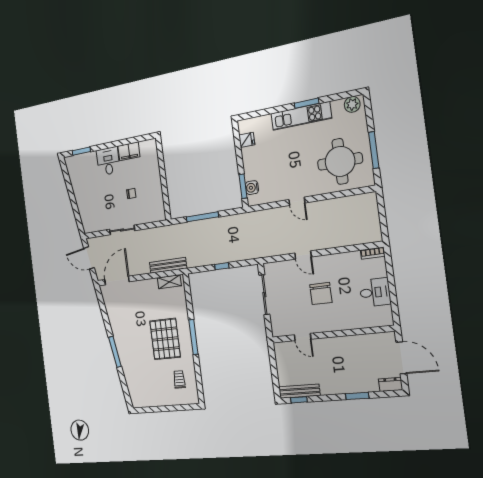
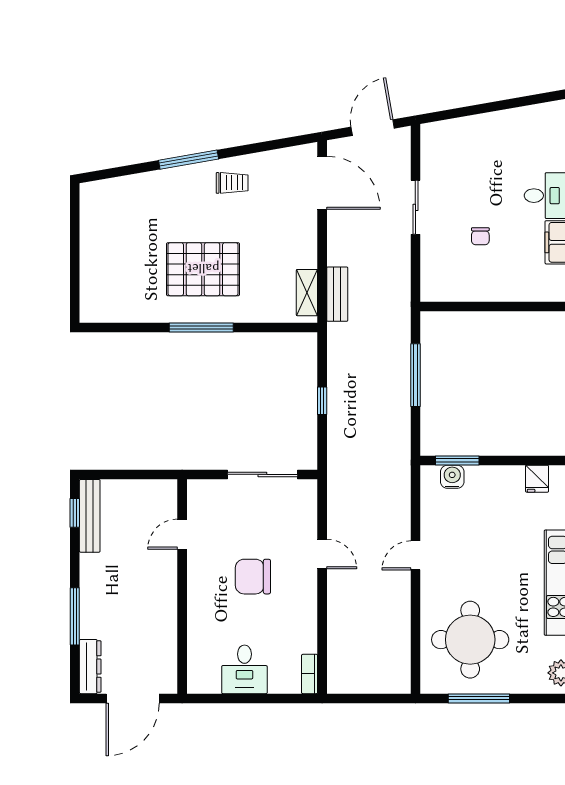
door: (303, 255) -> (322, 554), swing flipped
bench: (168, 265) -> (337, 294), width x0.73
trolley: (179, 379) -> (232, 183), moved
dresser: (391, 384) -> (90, 667), width x1.44
window: (357, 396) -> (75, 616), width x1.44

